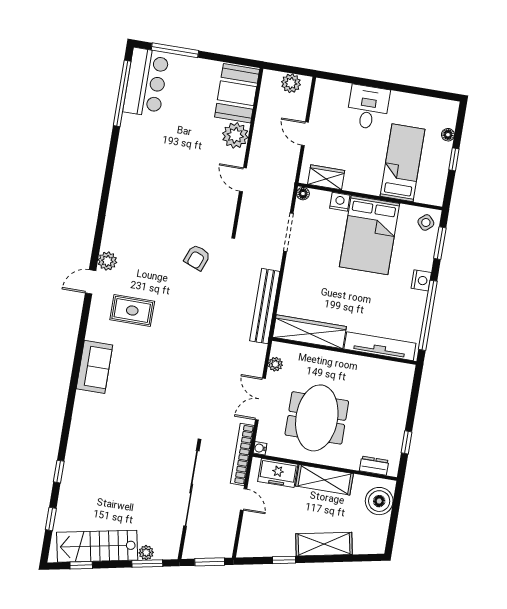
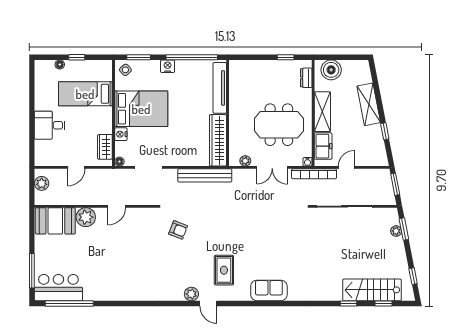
stairs: (97, 546) -> (372, 290), moved, turned 101

